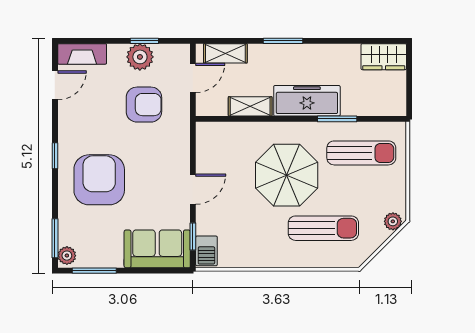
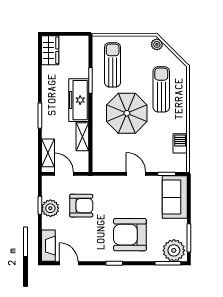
armchair: (144, 105) -> (81, 206), turned 90
barbecue: (206, 251) -> (180, 143), moved, turned -90
plant: (67, 256) -> (174, 250), width x1.87, depth x1.87

